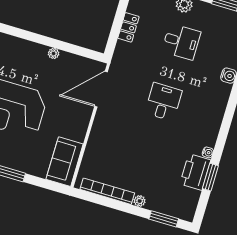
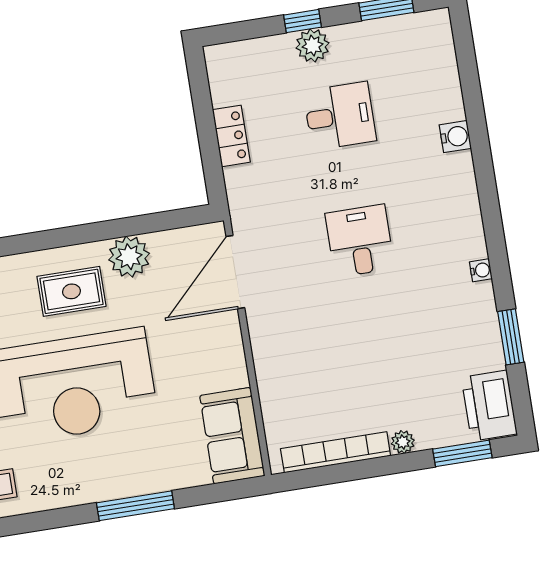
plant: (54, 53) -> (129, 257), width x1.87, depth x1.87
rug: (24, 63) -> (71, 291), added
water cooler: (208, 152) -> (481, 270), moved
printer: (195, 172) -> (489, 406), moved

